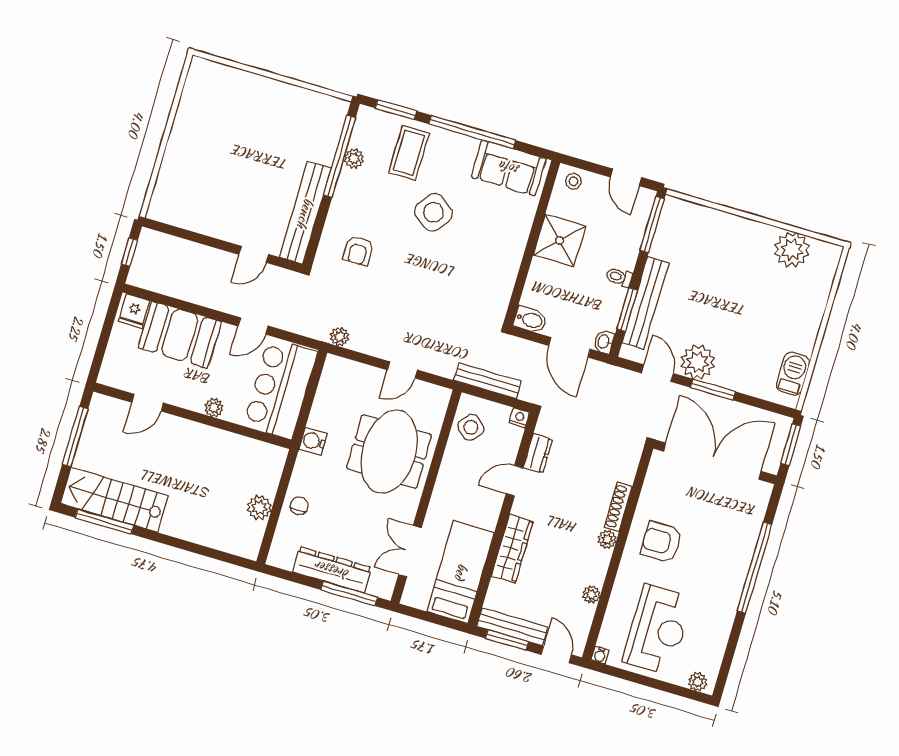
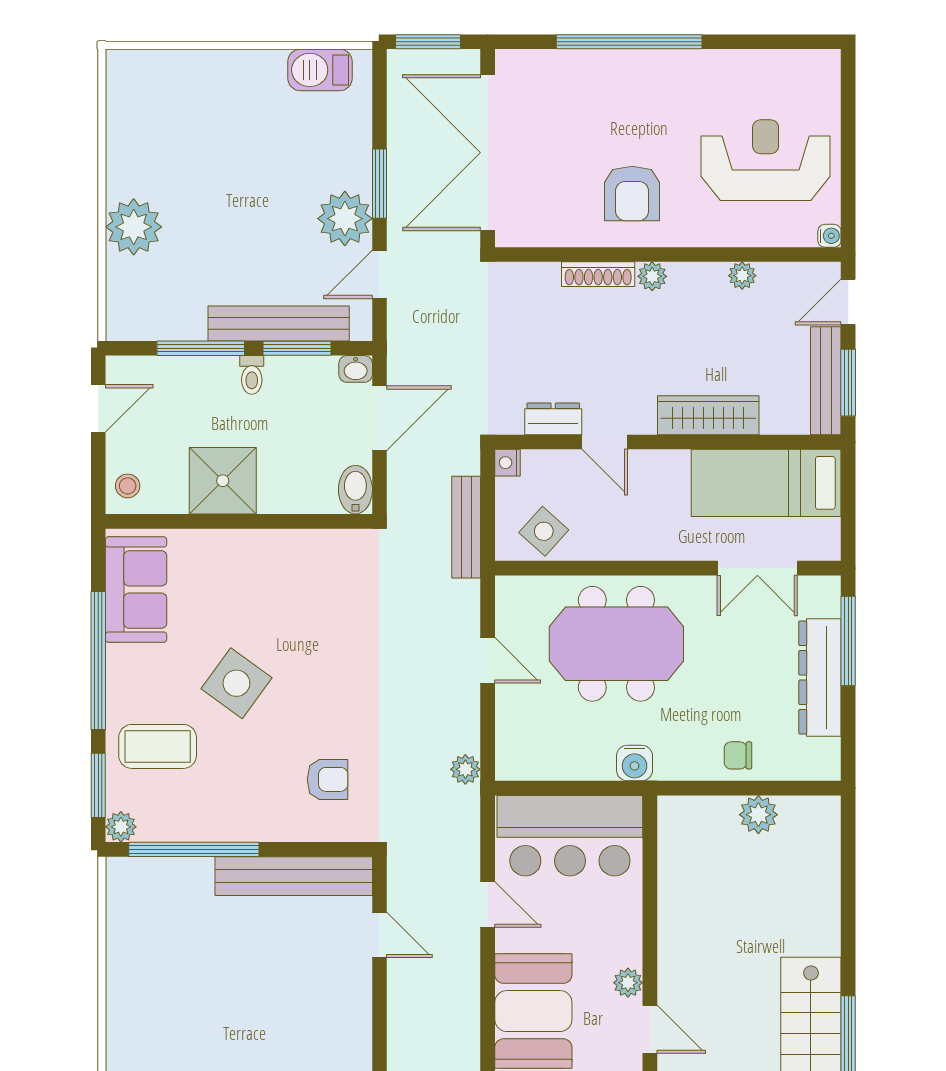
plant: (354, 159) -> (121, 827), moved
window: (652, 224) -> (201, 348), moved
plant: (792, 250) -> (134, 227), moved
plant: (214, 408) -> (628, 983), moved
plant: (698, 682) -> (826, 77), removed

